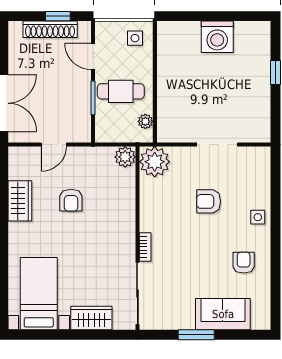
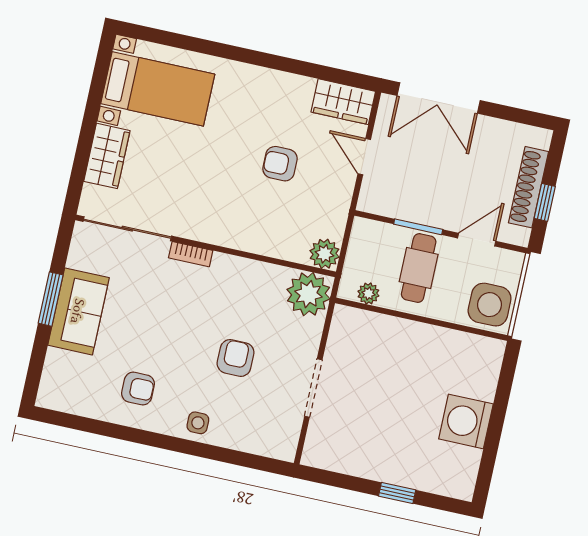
side table: (135, 38) -> (490, 305), width x1.87, depth x1.87
wardrobe: (20, 201) -> (343, 102), moved
sofa: (223, 314) -> (78, 311), moved

